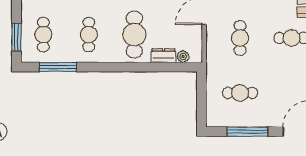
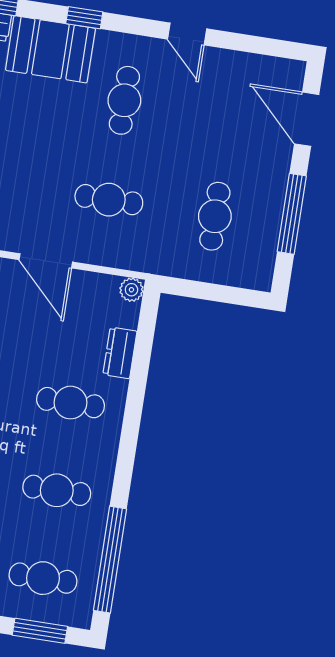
cafe table: (134, 35) -> (71, 403), width x0.73, depth x0.74
plant: (183, 57) -> (131, 290), moved
window: (58, 67) -> (110, 560), width x1.46

